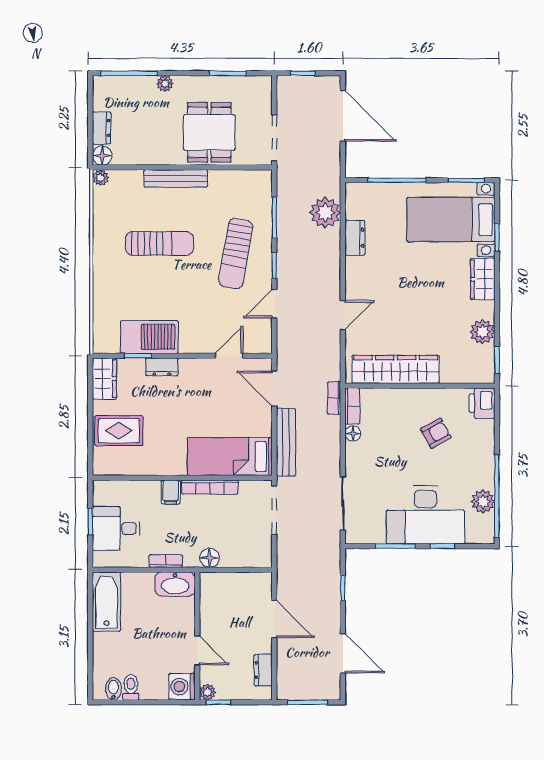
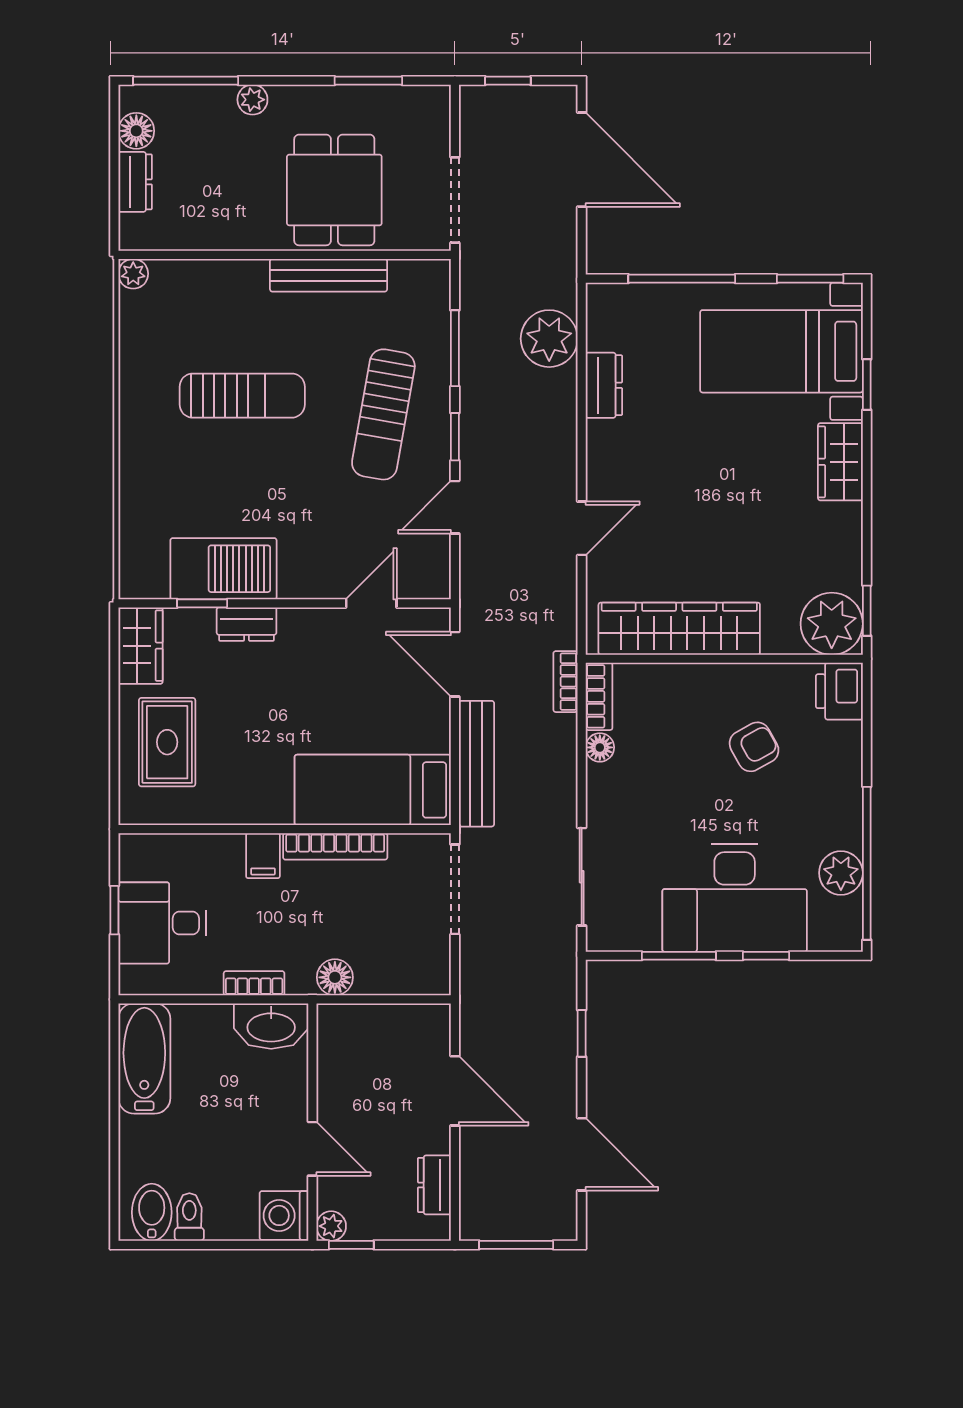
floor lamp: (102, 156) -> (136, 131), moved
bench: (176, 178) -> (329, 275), moved
plant: (482, 332) -> (832, 624), moved, width x1.36, depth x1.36
rug: (119, 431) -> (167, 742), turned 90
bidet: (113, 689) -> (152, 1212), width x1.38, depth x1.36

